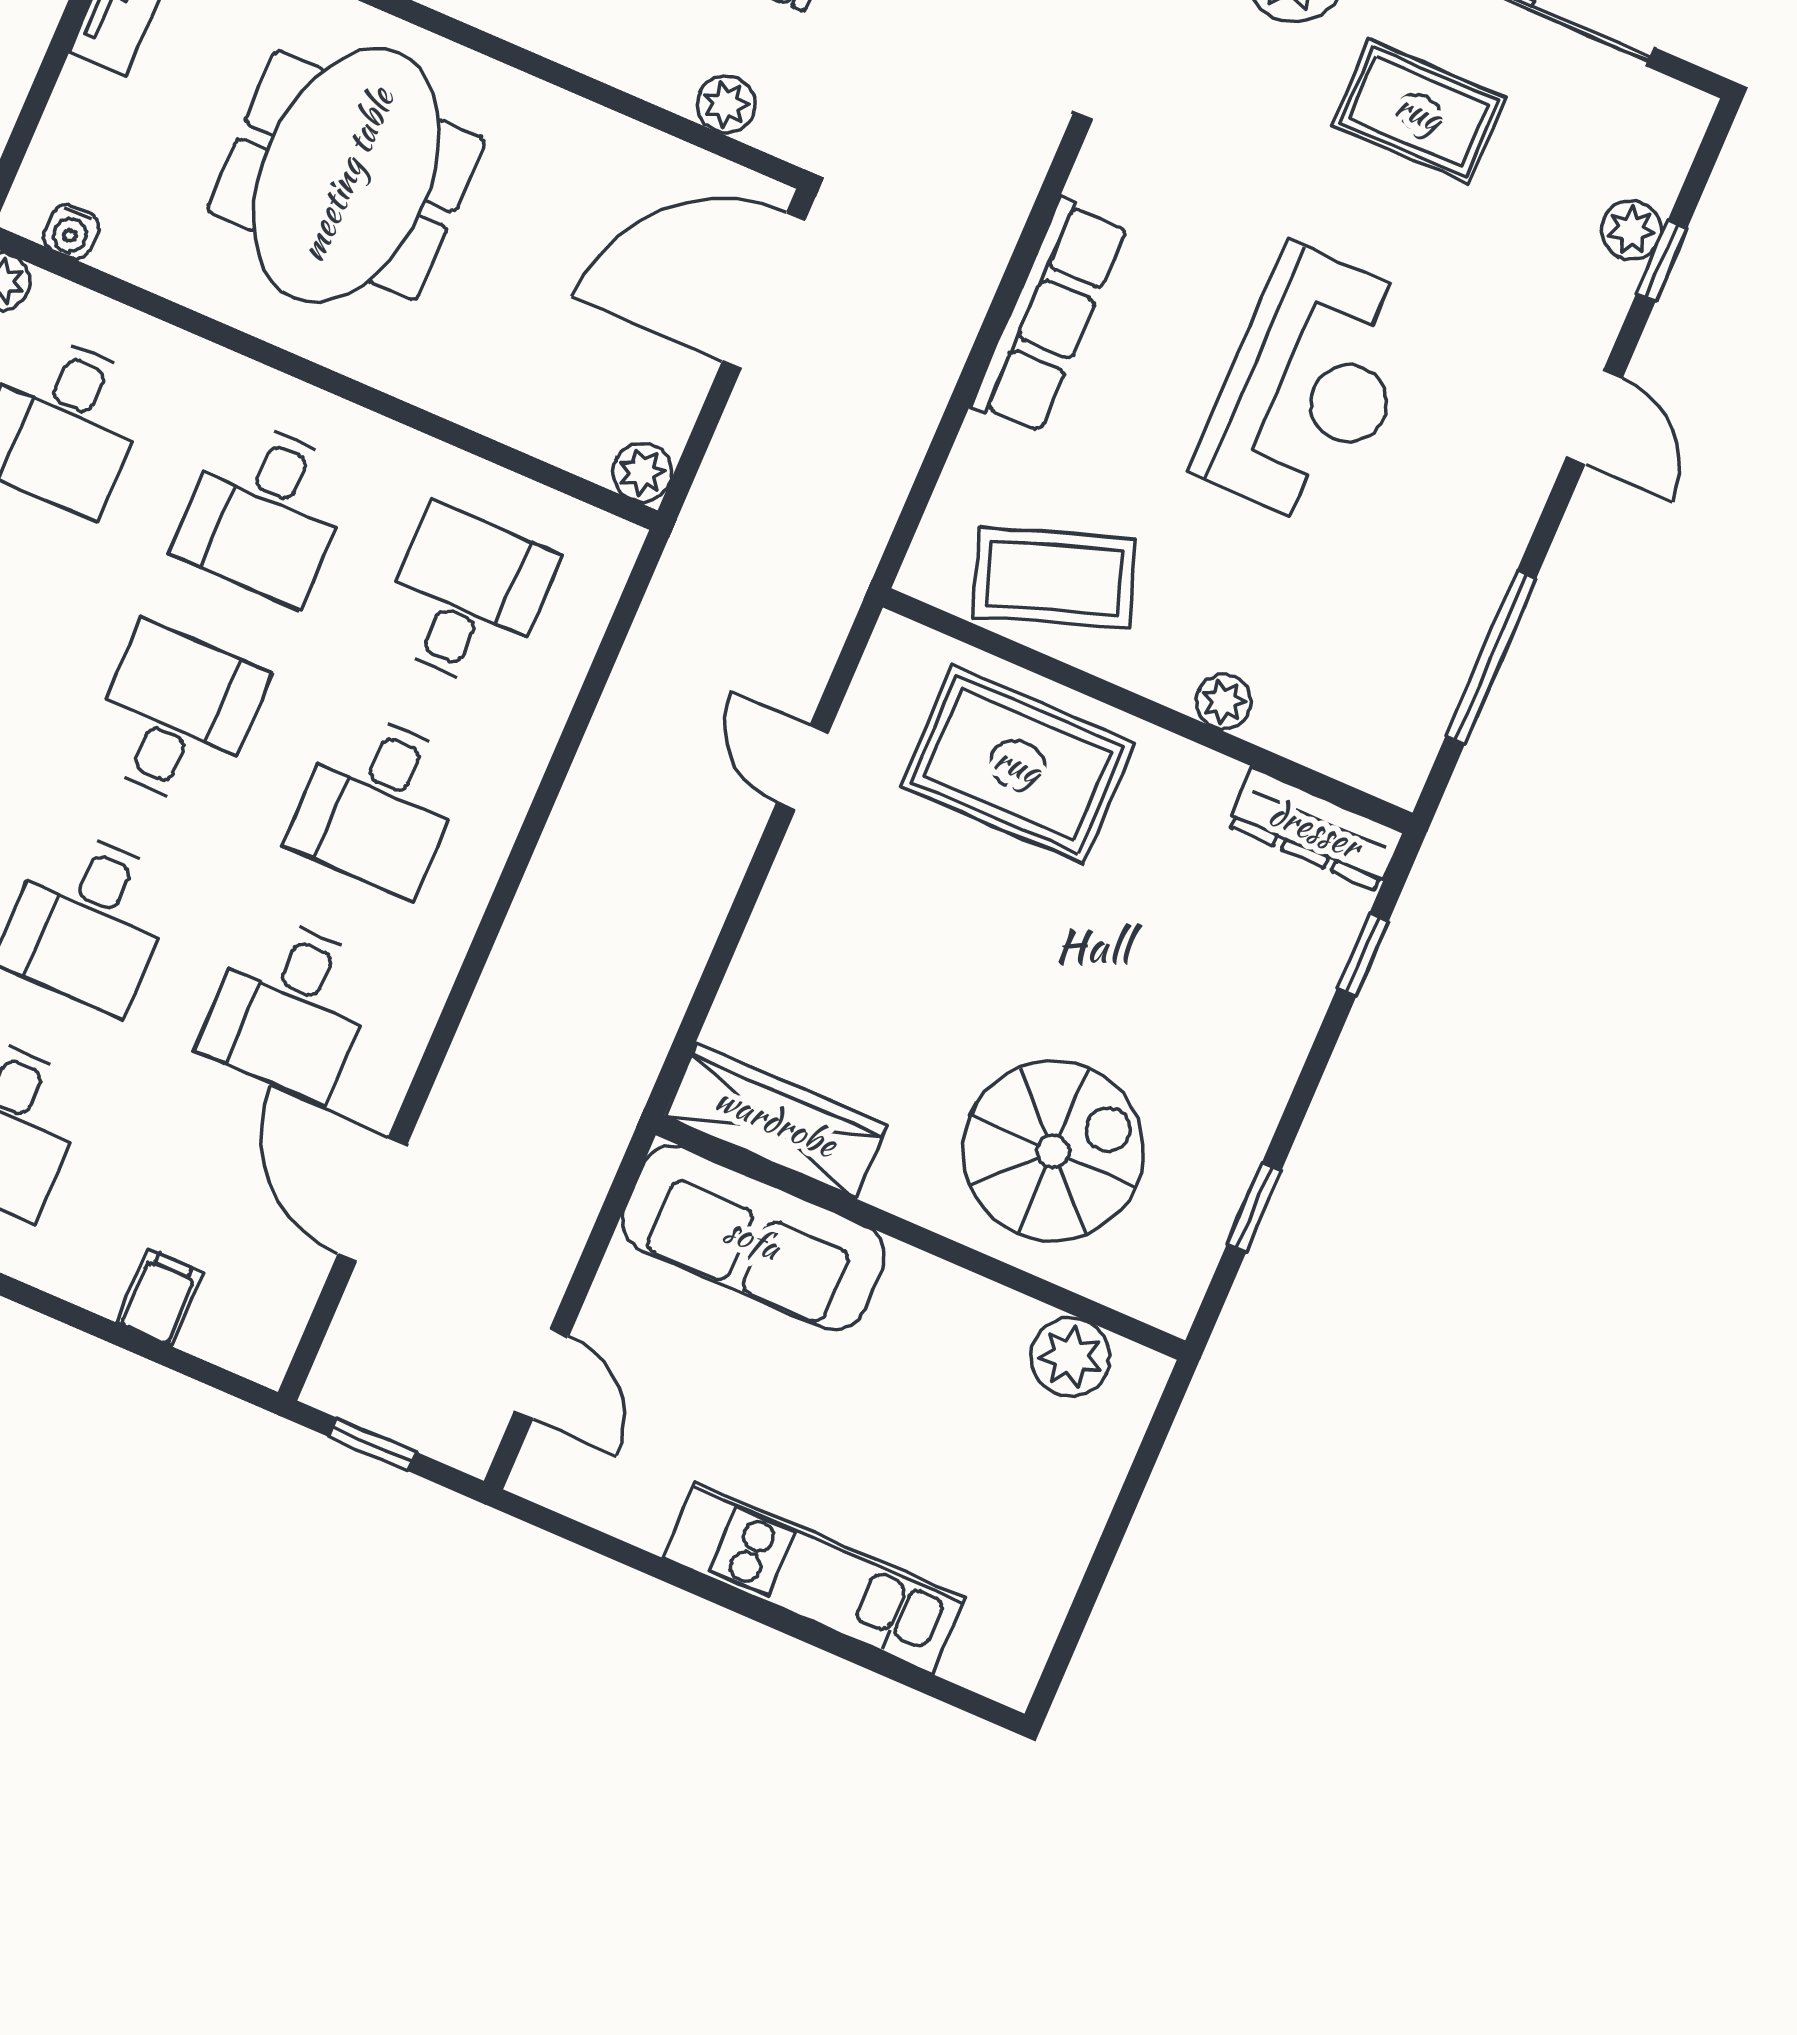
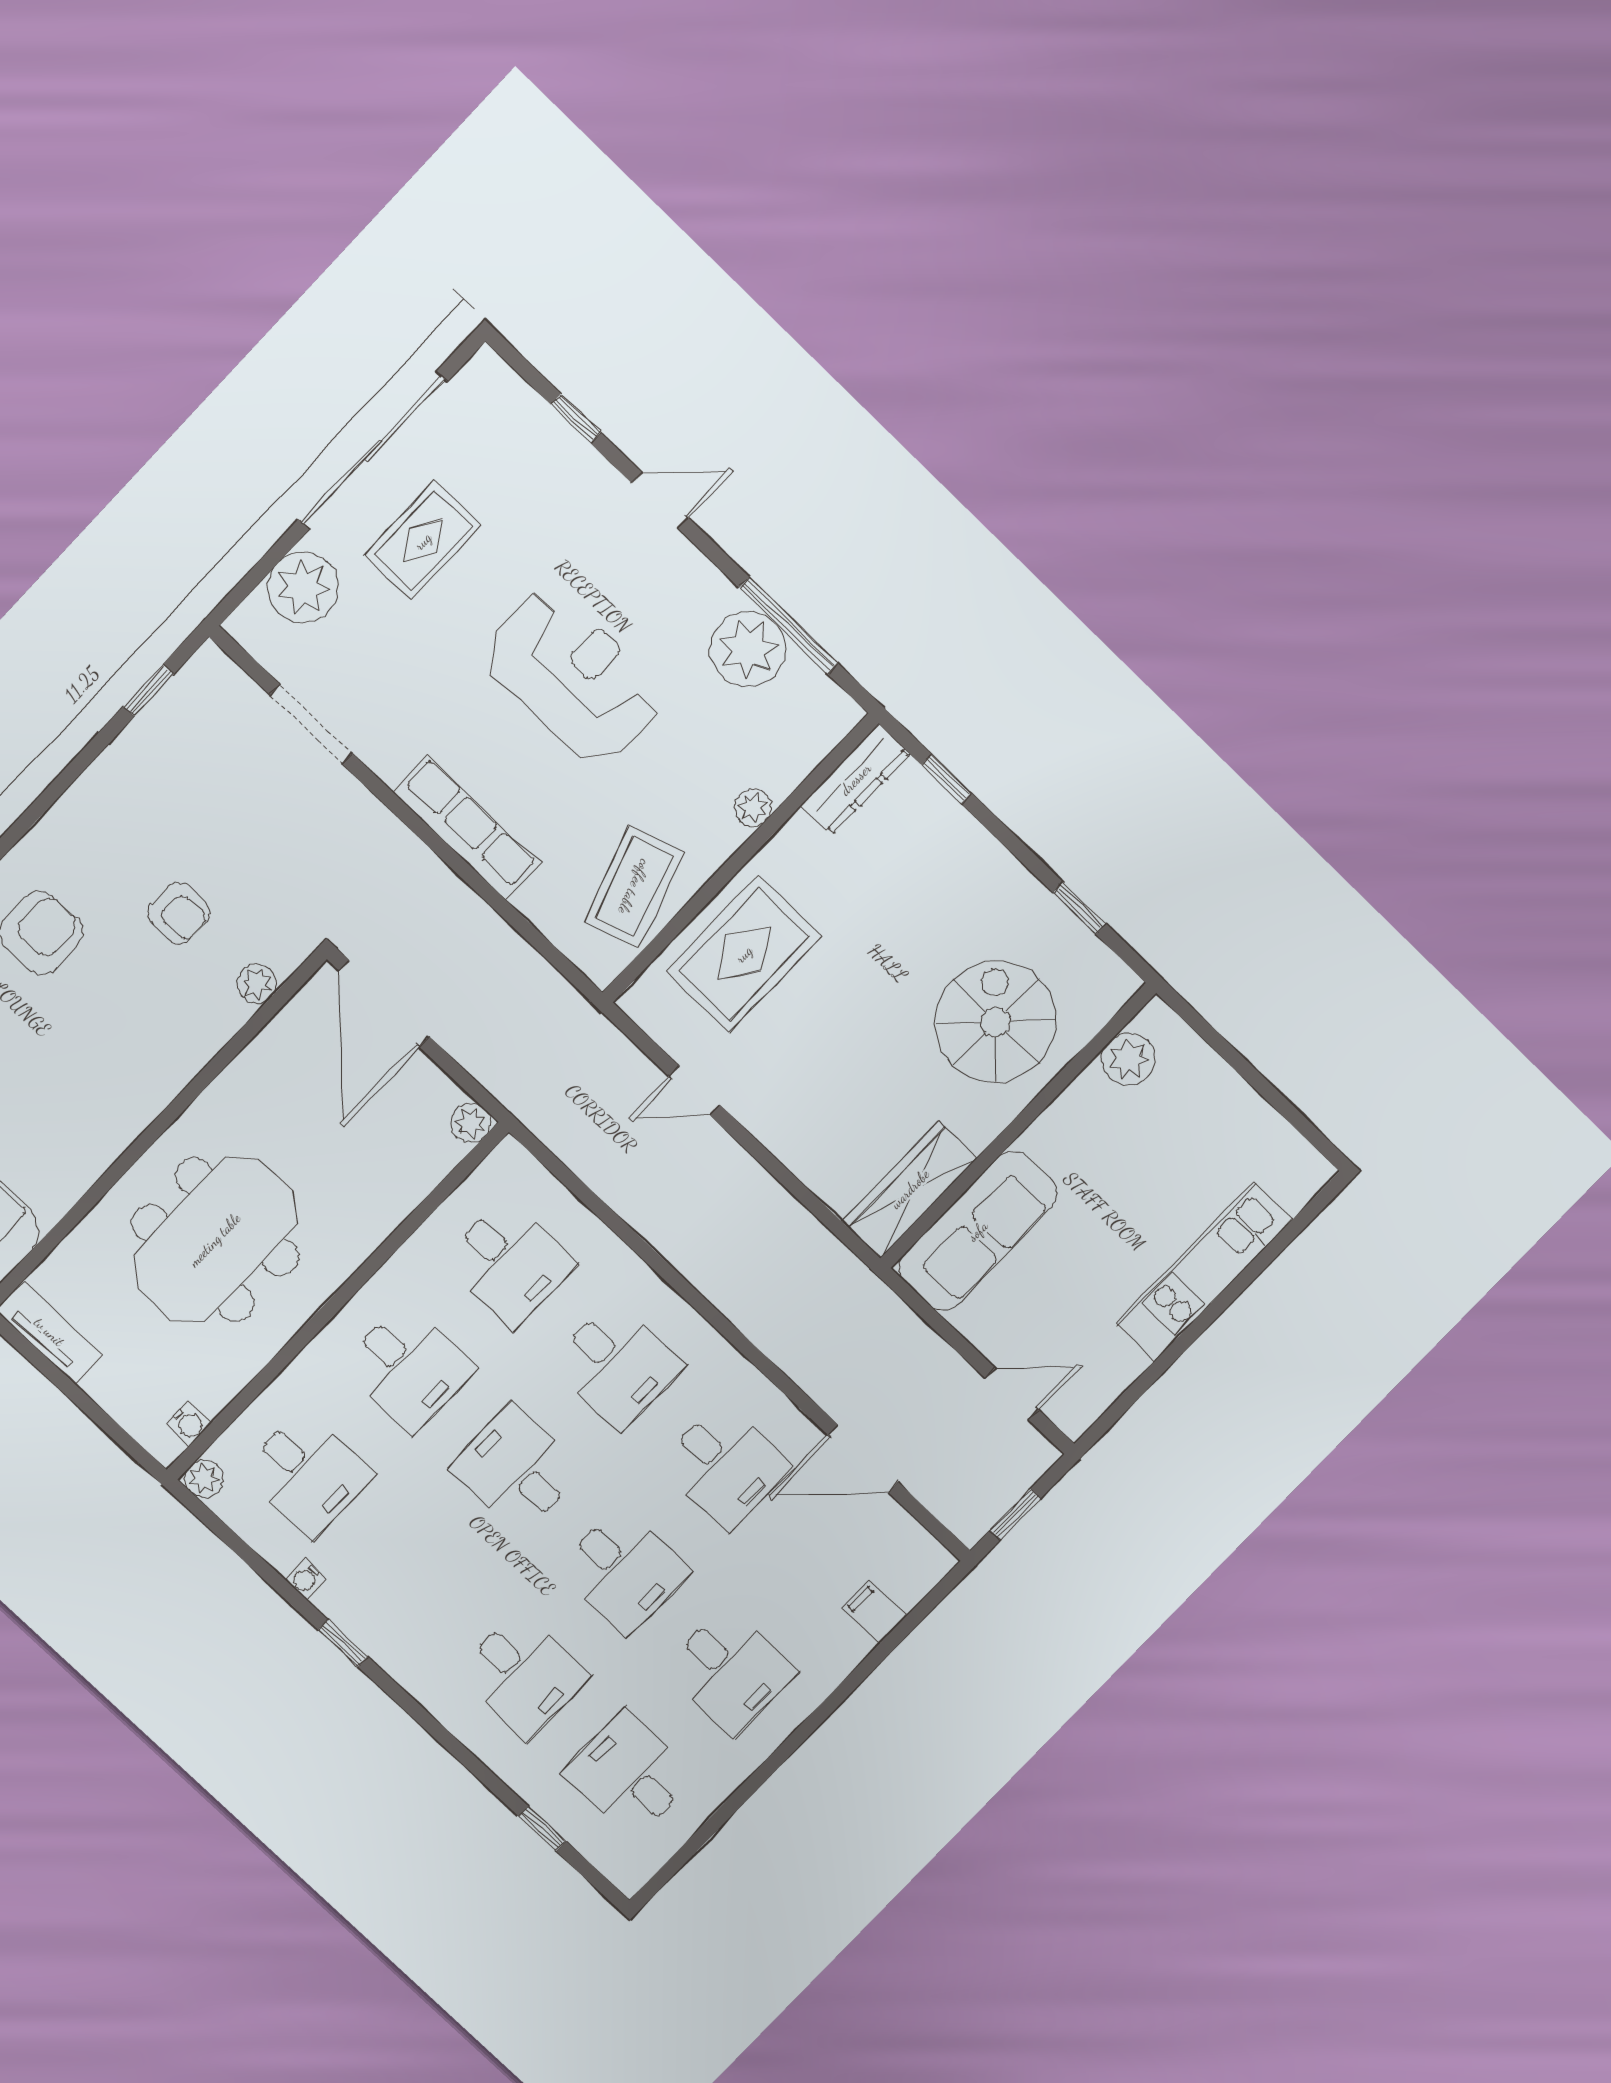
meeting table: (346, 175) -> (215, 1240), turned 90
plant: (1632, 230) -> (748, 649), moved, width x1.87, depth x1.87
desk: (466, 598) -> (509, 1262), turned 180

